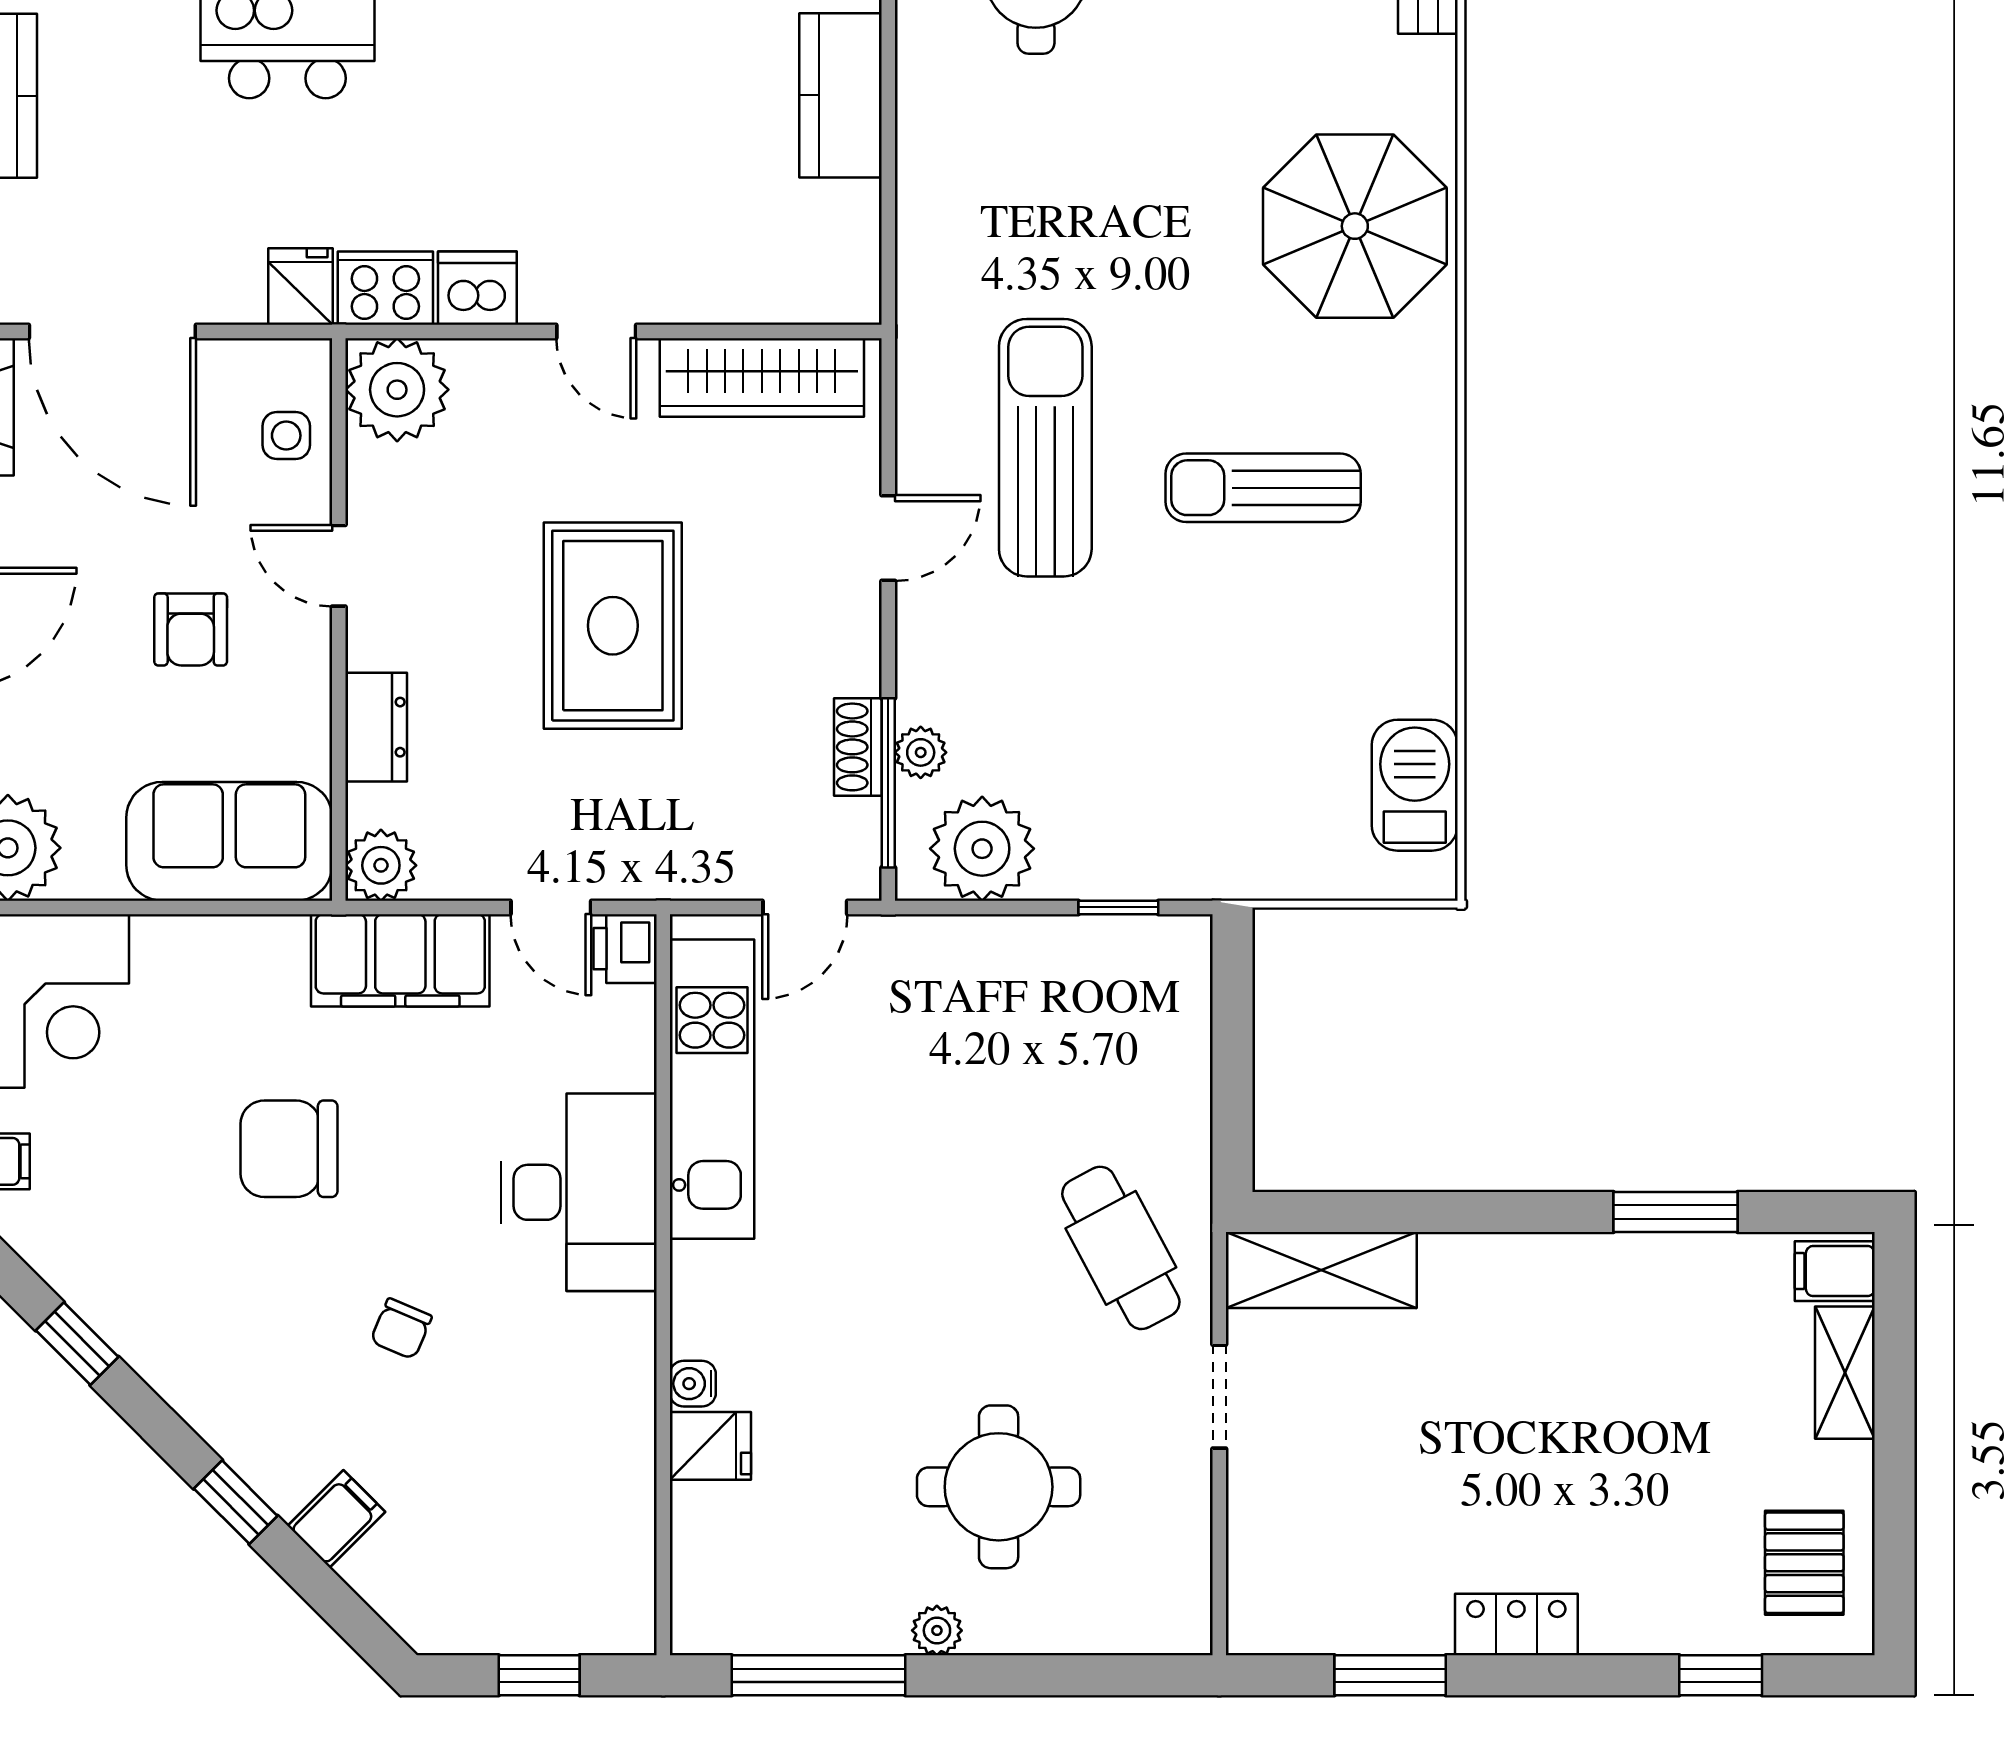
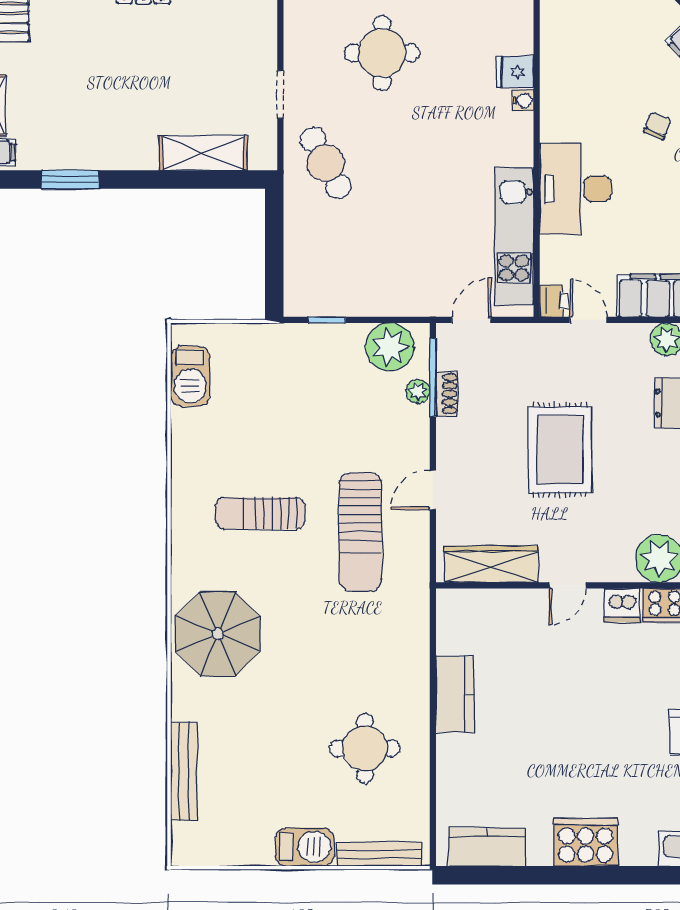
door: (596, 331) -> (567, 585), swing flipped
sun lounger: (1263, 488) -> (260, 513), turned 180
shelving: (1321, 1270) -> (203, 153), moved

